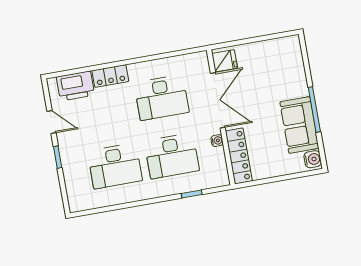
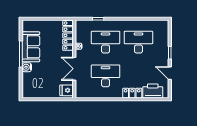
double door: (218, 100) -> (74, 69), width x0.73
water cooler: (313, 159) -> (27, 67), moved

